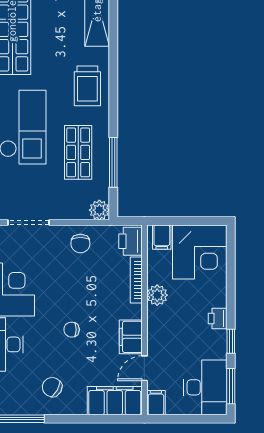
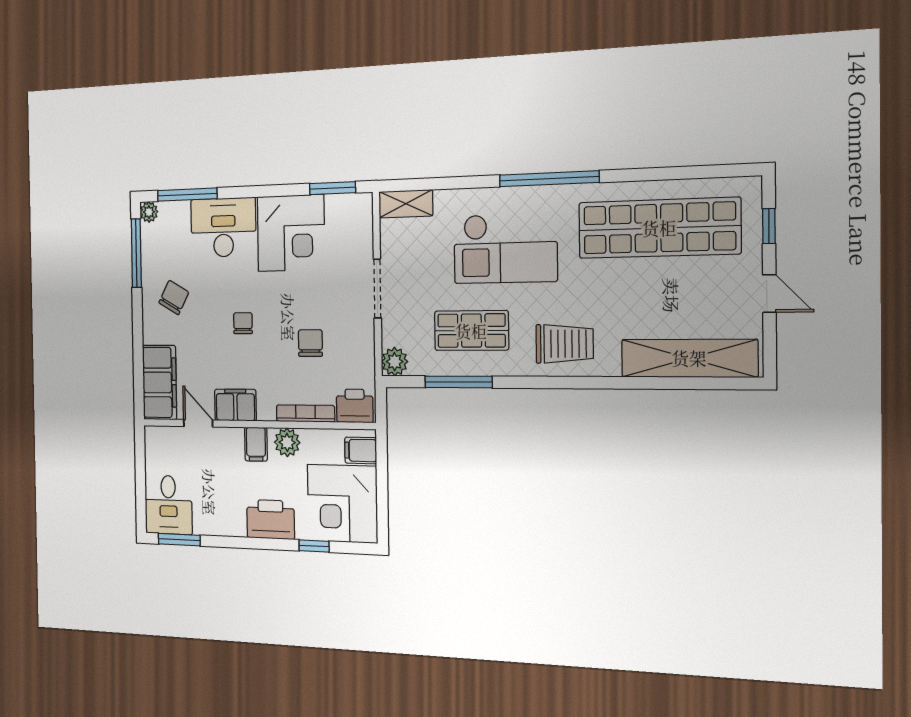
trolley: (87, 86) -> (565, 344), turned 180
doorway: (29, 222) -> (377, 289), moved
chair: (80, 243) -> (310, 343), moved, turned 90
printer: (218, 318) -> (271, 519), width x1.87, depth x1.48
window: (231, 341) -> (314, 546), moved
desk: (205, 387) -> (168, 505), width x0.73
filing cabinet: (156, 403) -> (256, 444), moved, turned 90

